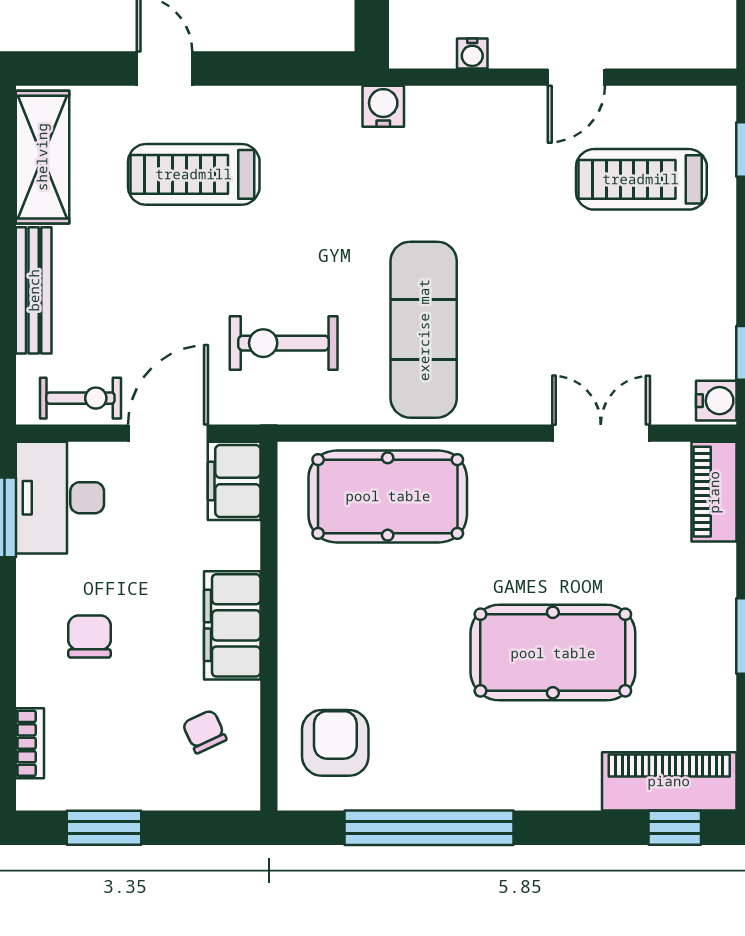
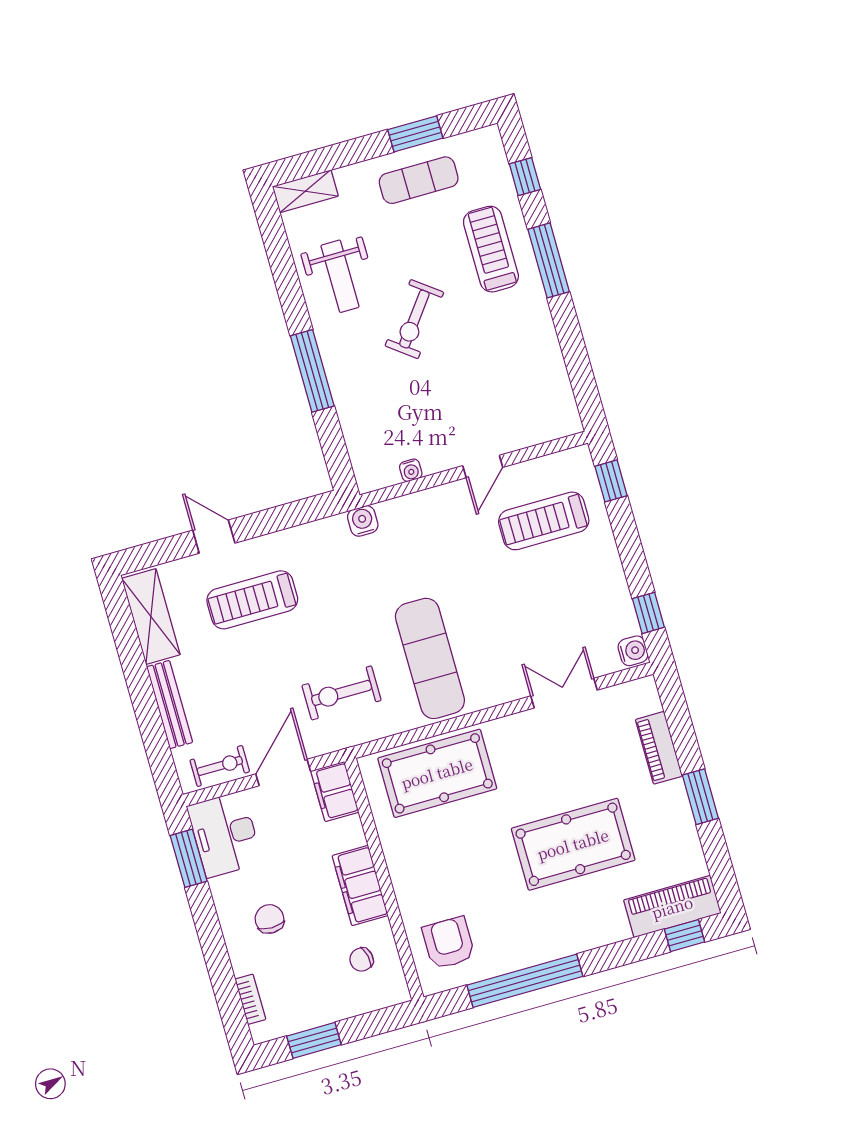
piano: (714, 492) -> (659, 748), moved
chair: (204, 731) -> (362, 960), turned -77

